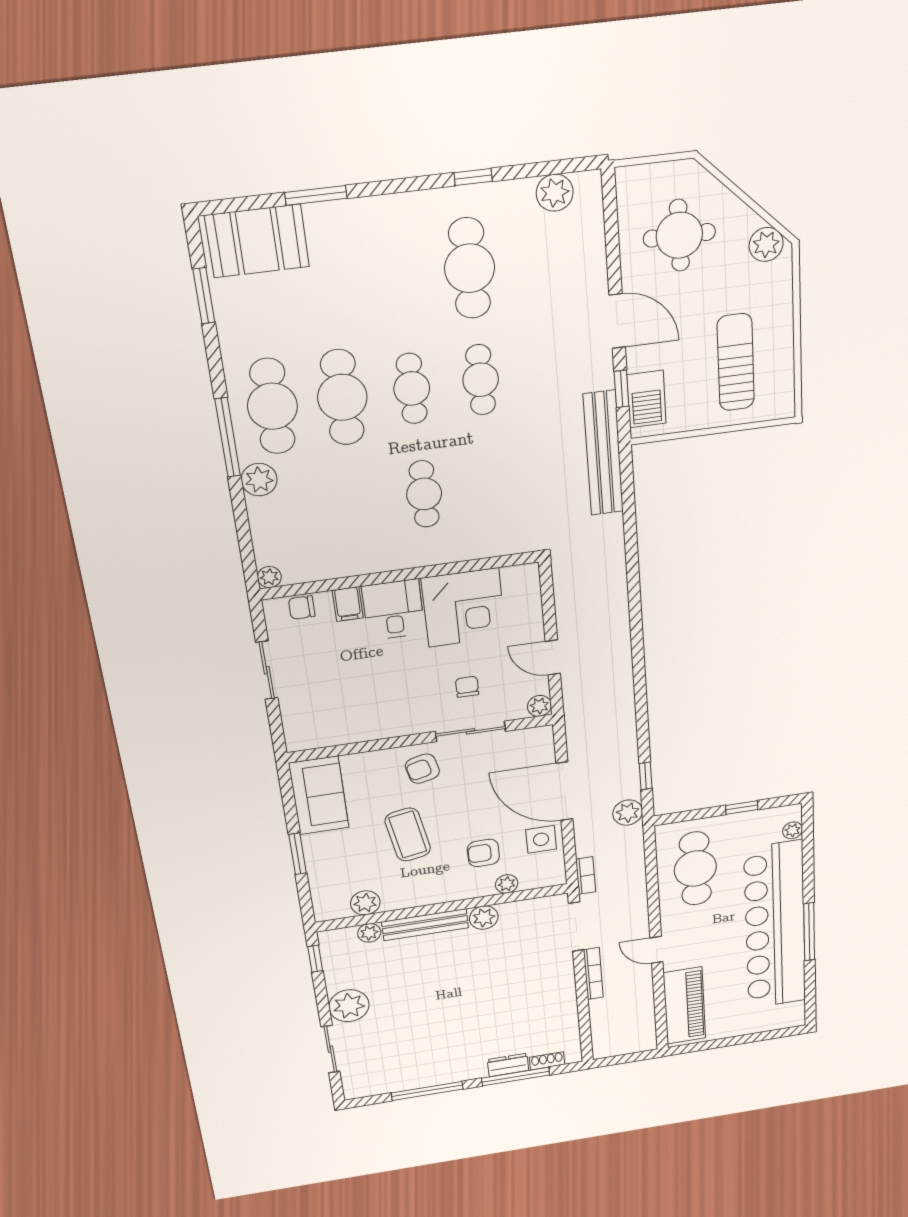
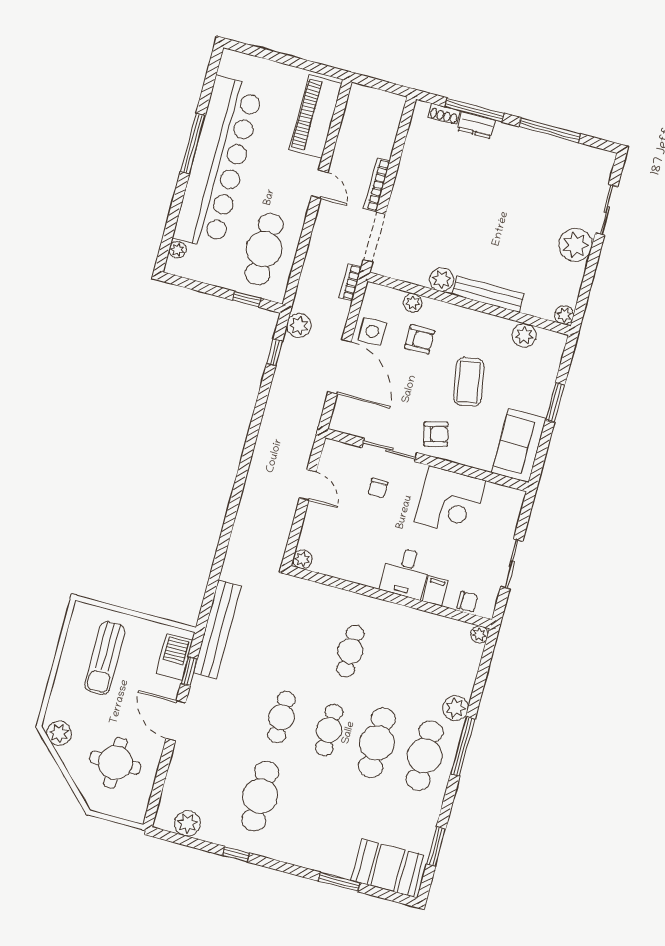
corner desk: (464, 608) -> (450, 501), moved, turned 180
plant: (539, 706) -> (302, 559), moved
window: (742, 808) -> (247, 299), moved
plant: (369, 933) -> (564, 315), moved
window: (315, 959) -> (582, 302), removed

